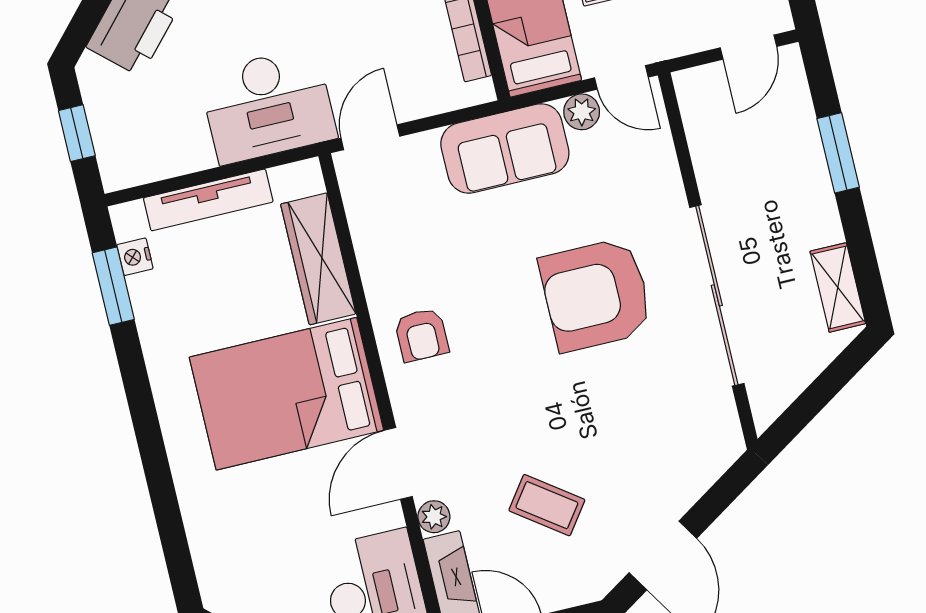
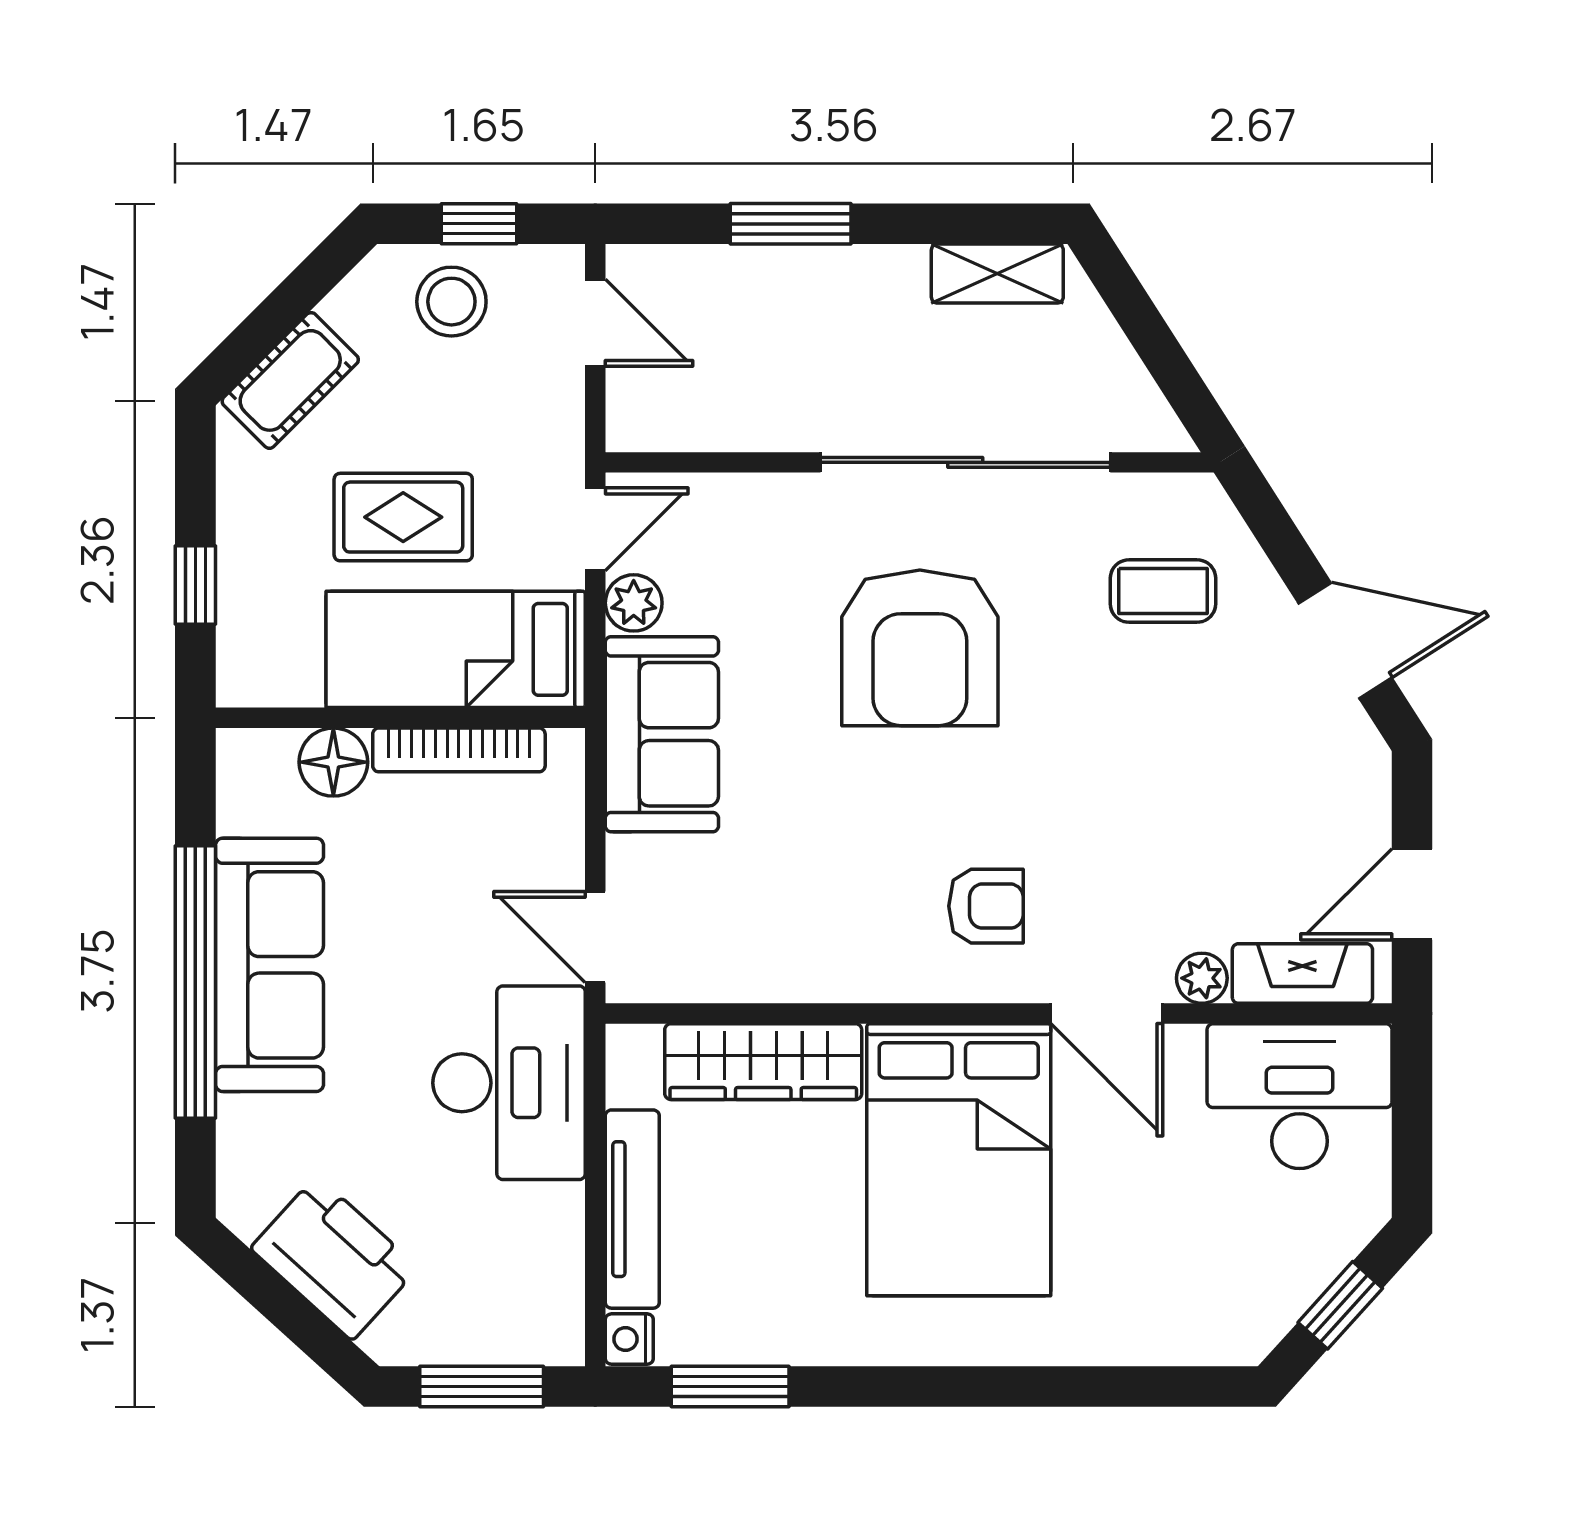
window: (77, 133) -> (482, 1387), width x1.50
nightstand: (135, 257) -> (629, 1339), moved, turned 90
armchair: (422, 335) -> (986, 906), moved
coffee table: (547, 505) -> (1163, 591), moved, turned 54

